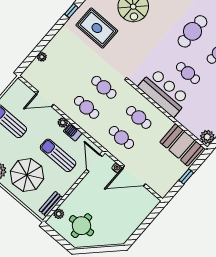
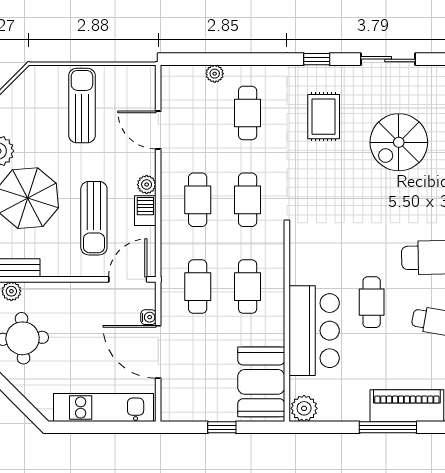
rug: (97, 28) -> (324, 117), width x0.73, depth x0.70
cafe table: (69, 57) -> (248, 113), added
bar counter: (164, 92) -> (314, 331), moved
sun lounger: (58, 155) -> (94, 218), turned 180
kitchen unit: (137, 217) -> (104, 408), added

